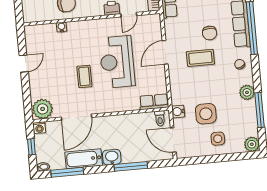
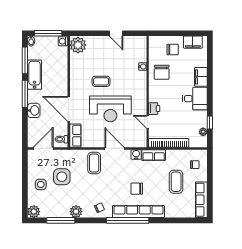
chair: (210, 33) -> (137, 189), moved
coffee table: (200, 58) -> (94, 163), moved
reception desk: (117, 62) -> (110, 109), turned 180
water cooler: (178, 112) -> (136, 154), moved
door: (76, 117) -> (69, 109), moved
window: (31, 147) -> (48, 33), width x2.17
washbasin: (112, 157) -> (34, 110), moved
window: (131, 166) -> (25, 94), moved

